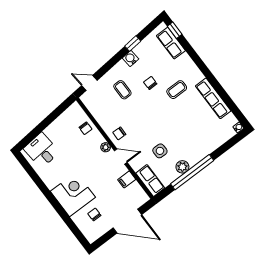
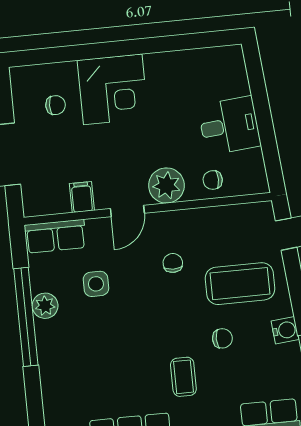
coffee table: (122, 90) -> (240, 284), width x1.86, depth x1.72
chair: (119, 133) -> (173, 263), moved
plant: (106, 147) -> (166, 185), width x1.87, depth x1.87
desk: (41, 150) -> (229, 126), moved

